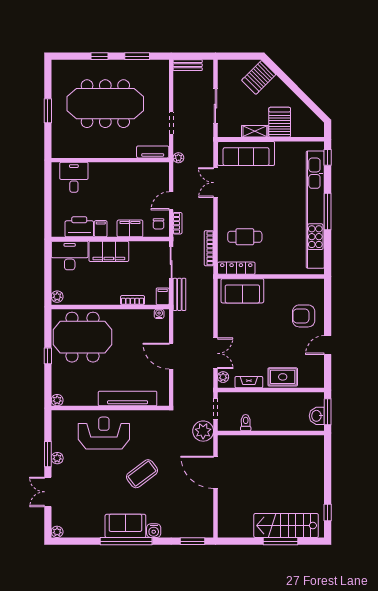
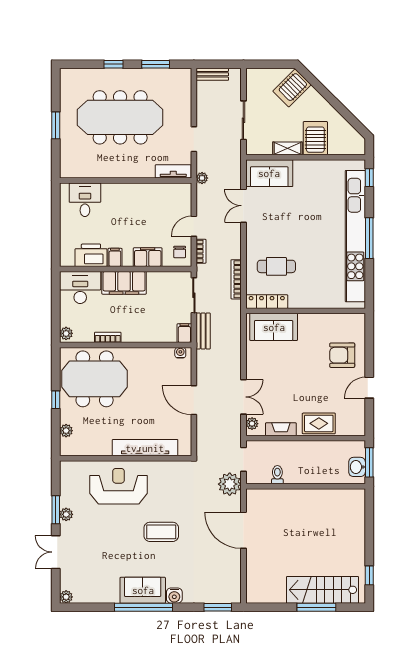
sofa: (246, 153) -> (269, 173), width x0.73
bookcase: (133, 300) -> (108, 337), moved
plant: (57, 400) -> (66, 431), moved
coffee table: (142, 474) -> (161, 532), turned 37

